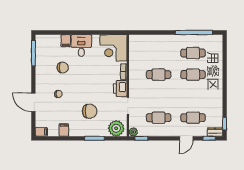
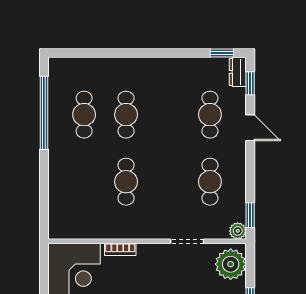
printer: (120, 89) -> (153, 256), removed

